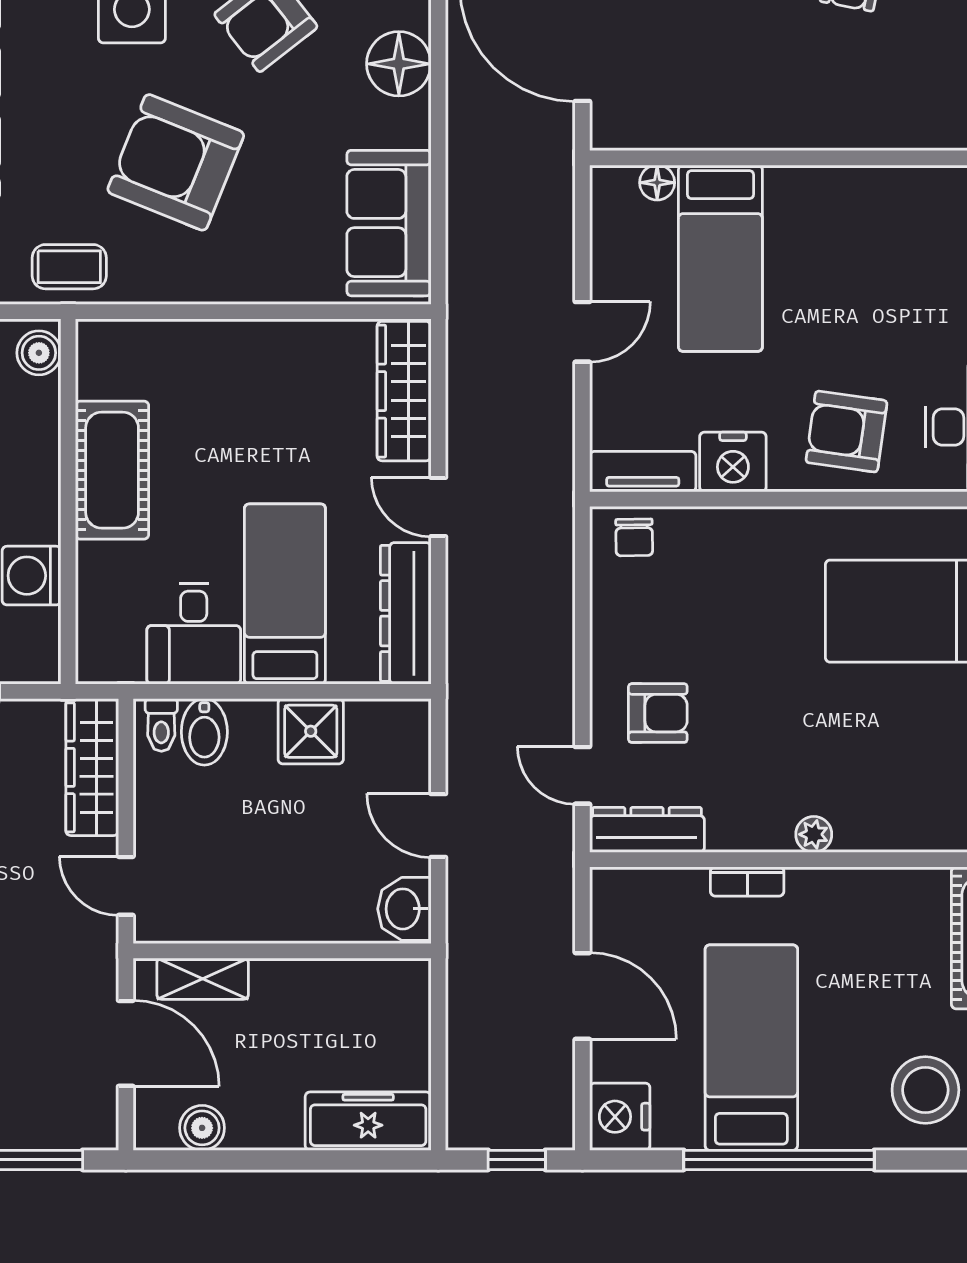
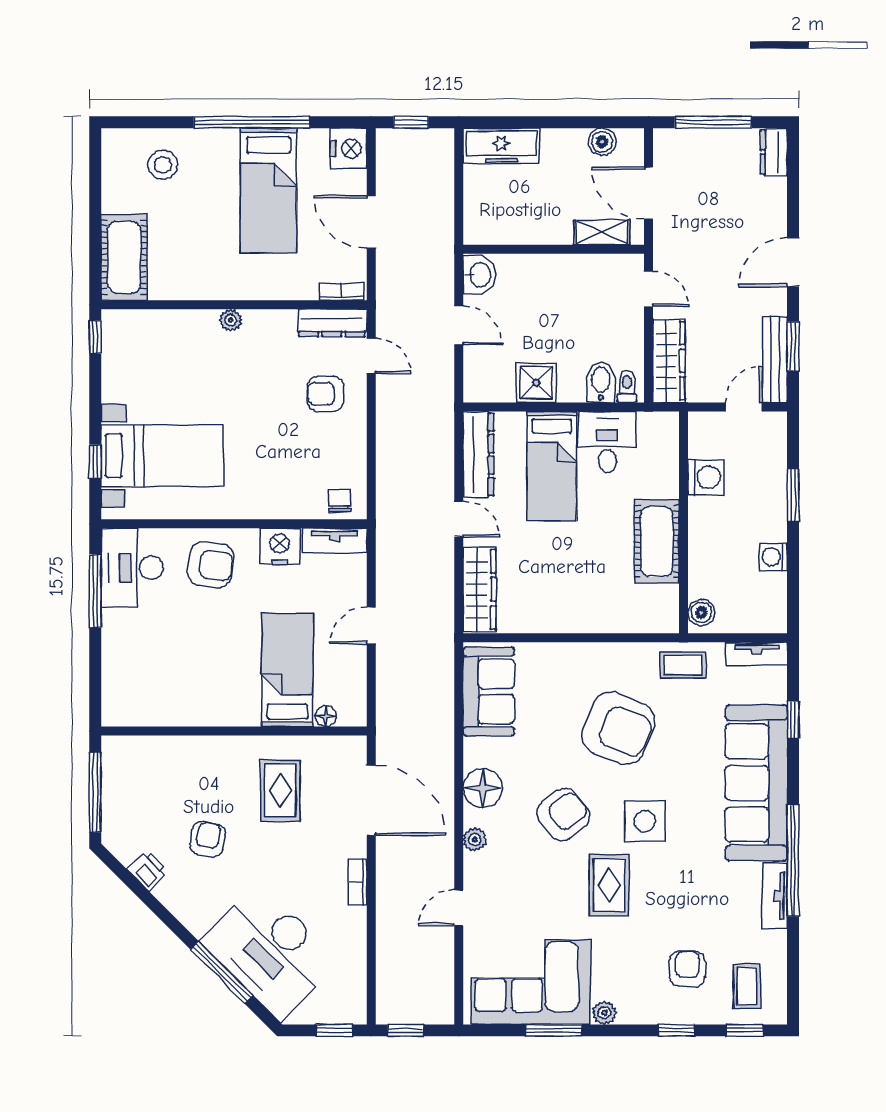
rug: (732, 60) -> (280, 790), added
bookcase: (747, 881) -> (342, 291), moved
stool: (925, 1090) -> (163, 165), width x0.73, depth x0.73

